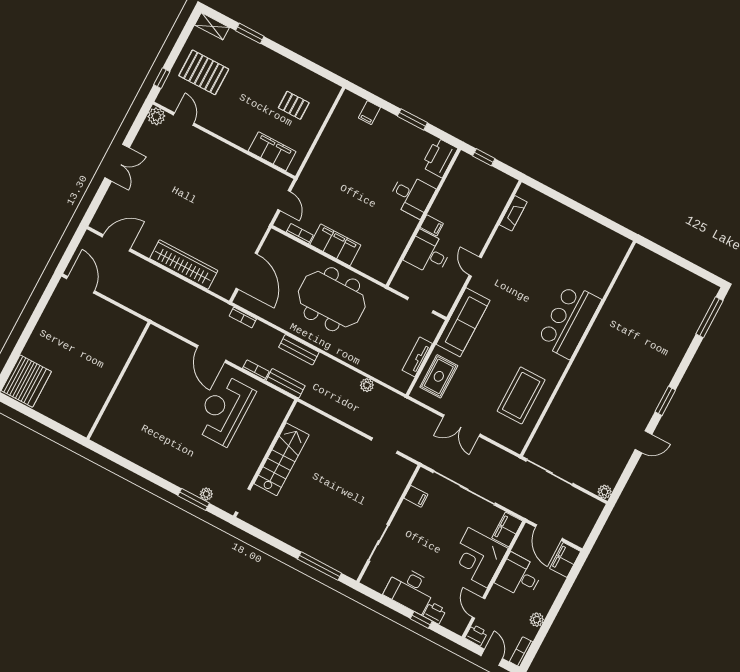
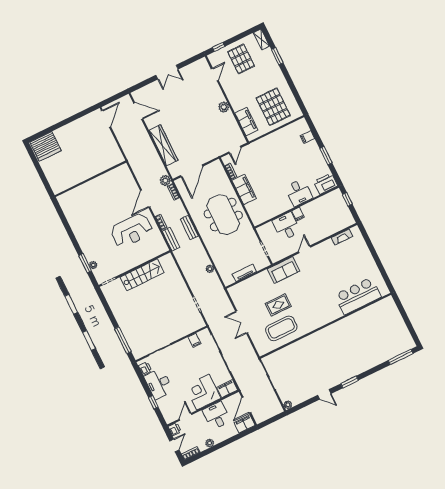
pallet: (294, 105) -> (273, 107), width x2.05, depth x2.00
plant: (156, 116) -> (224, 107), moved
plant: (221, 310) -> (165, 181), added
bar counter: (569, 321) -> (358, 296), moved
sofa: (463, 322) -> (284, 270), width x0.73
rug: (439, 376) -> (278, 305), moved
reception desk: (224, 410) -> (132, 231), turned 180
printer: (435, 613) -> (145, 368), moved

